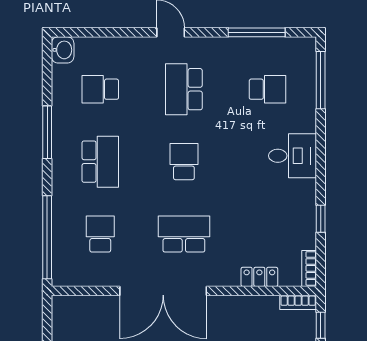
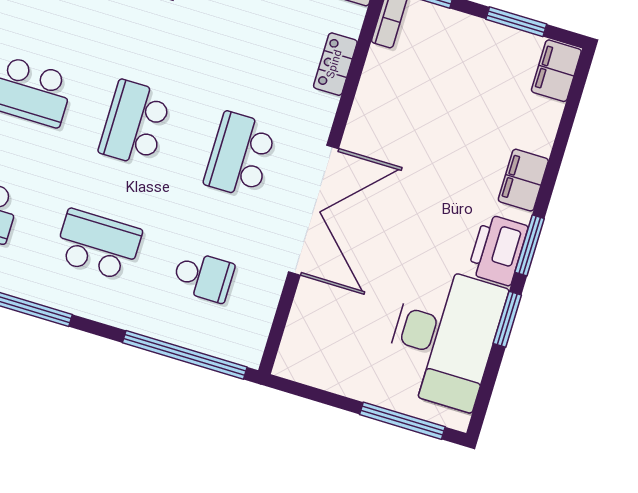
school desk: (184, 162) -> (135, 123), width x1.85
school desk: (100, 234) -> (203, 276), turned 180

